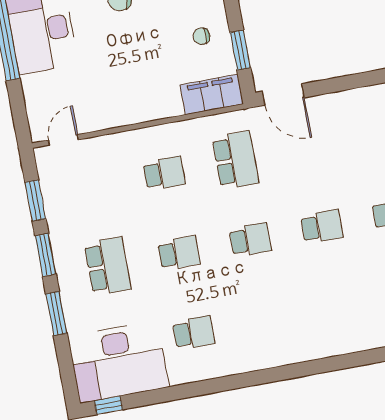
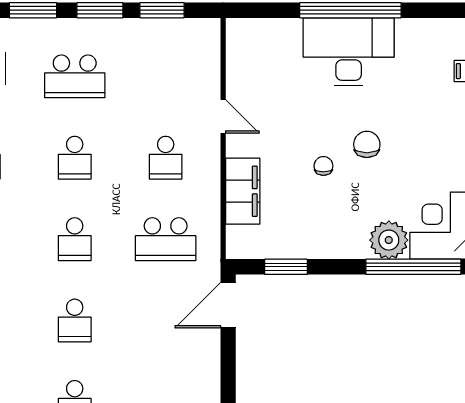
chair: (201, 36) -> (323, 166), moved
filing cabinet: (212, 94) -> (243, 191), moved
door: (63, 140) -> (223, 116), moved

